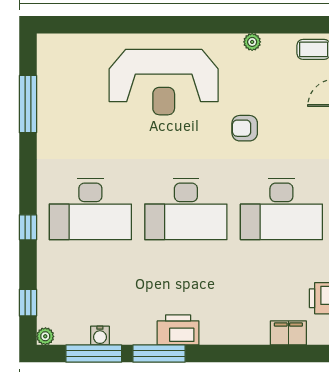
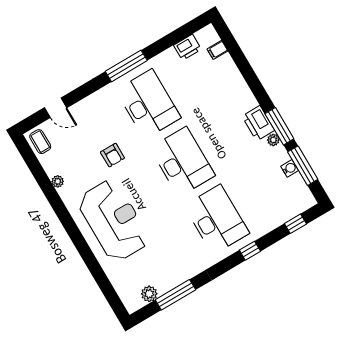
plant: (48, 73) -> (149, 294), added
filing cabinet: (288, 333) -> (217, 50), width x0.50
plant: (45, 336) -> (273, 140), moved

